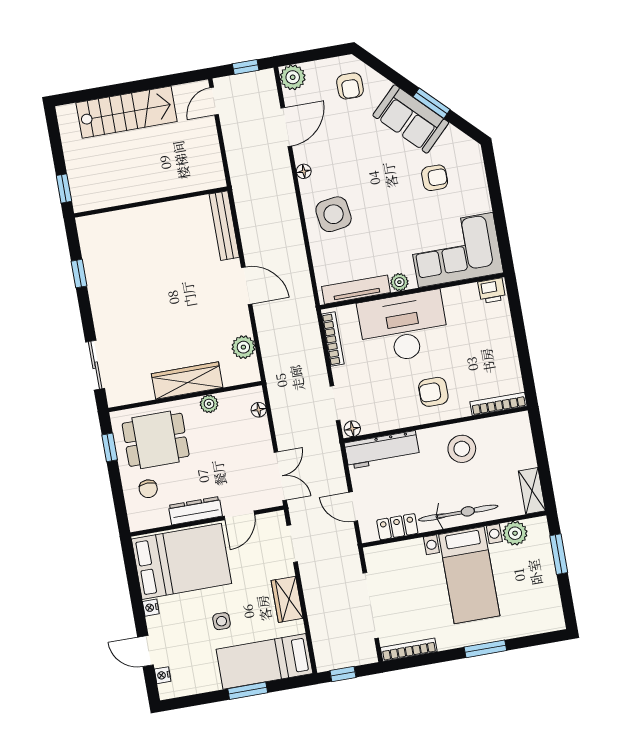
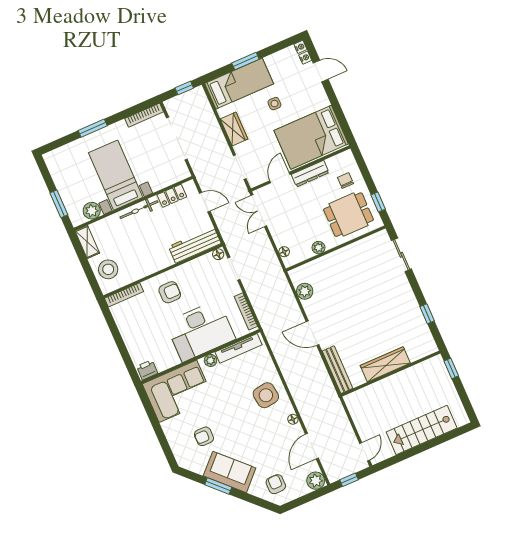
wardrobe: (187, 381) -> (385, 364), moved, turned 180
stool: (462, 449) -> (108, 269), moved
bicycle: (458, 513) -> (139, 210), width x0.73, depth x0.71
nightstand: (151, 608) -> (300, 47), moved

